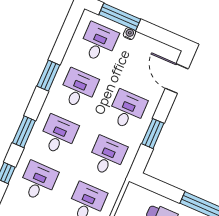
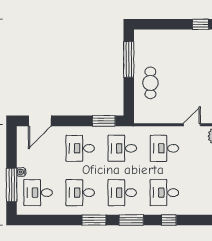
window: (48, 76) -> (94, 220), moved
window: (153, 134) -> (104, 121), moved

